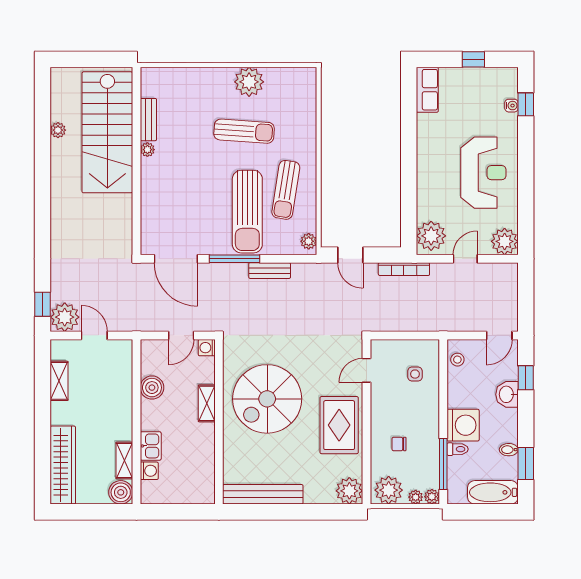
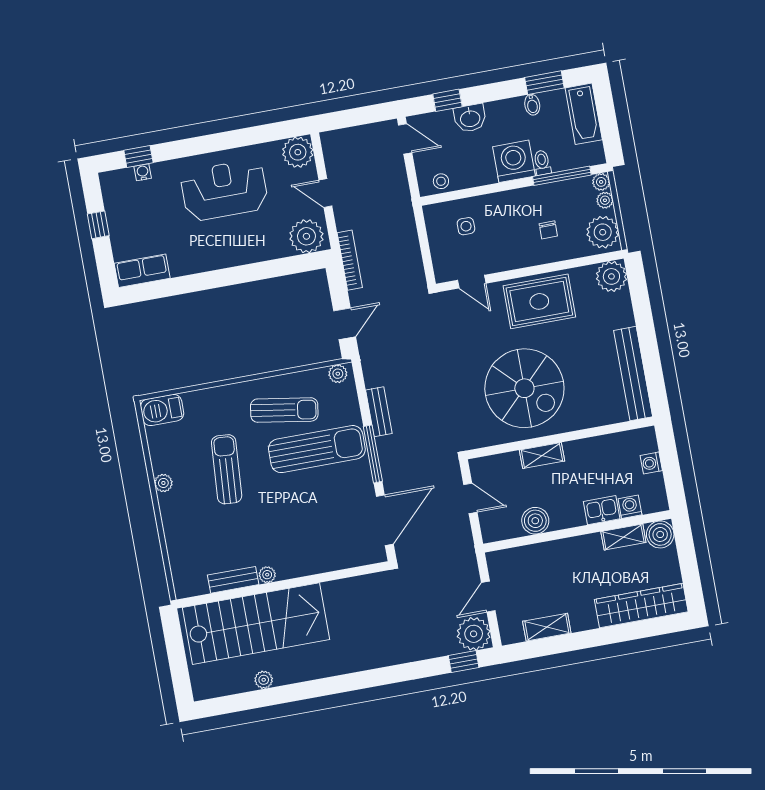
plant: (249, 82) -> (163, 483), width x0.53, depth x0.53
barbecue: (305, 85) -> (162, 410), added
washing machine: (207, 348) -> (651, 463), moved, turned 90

